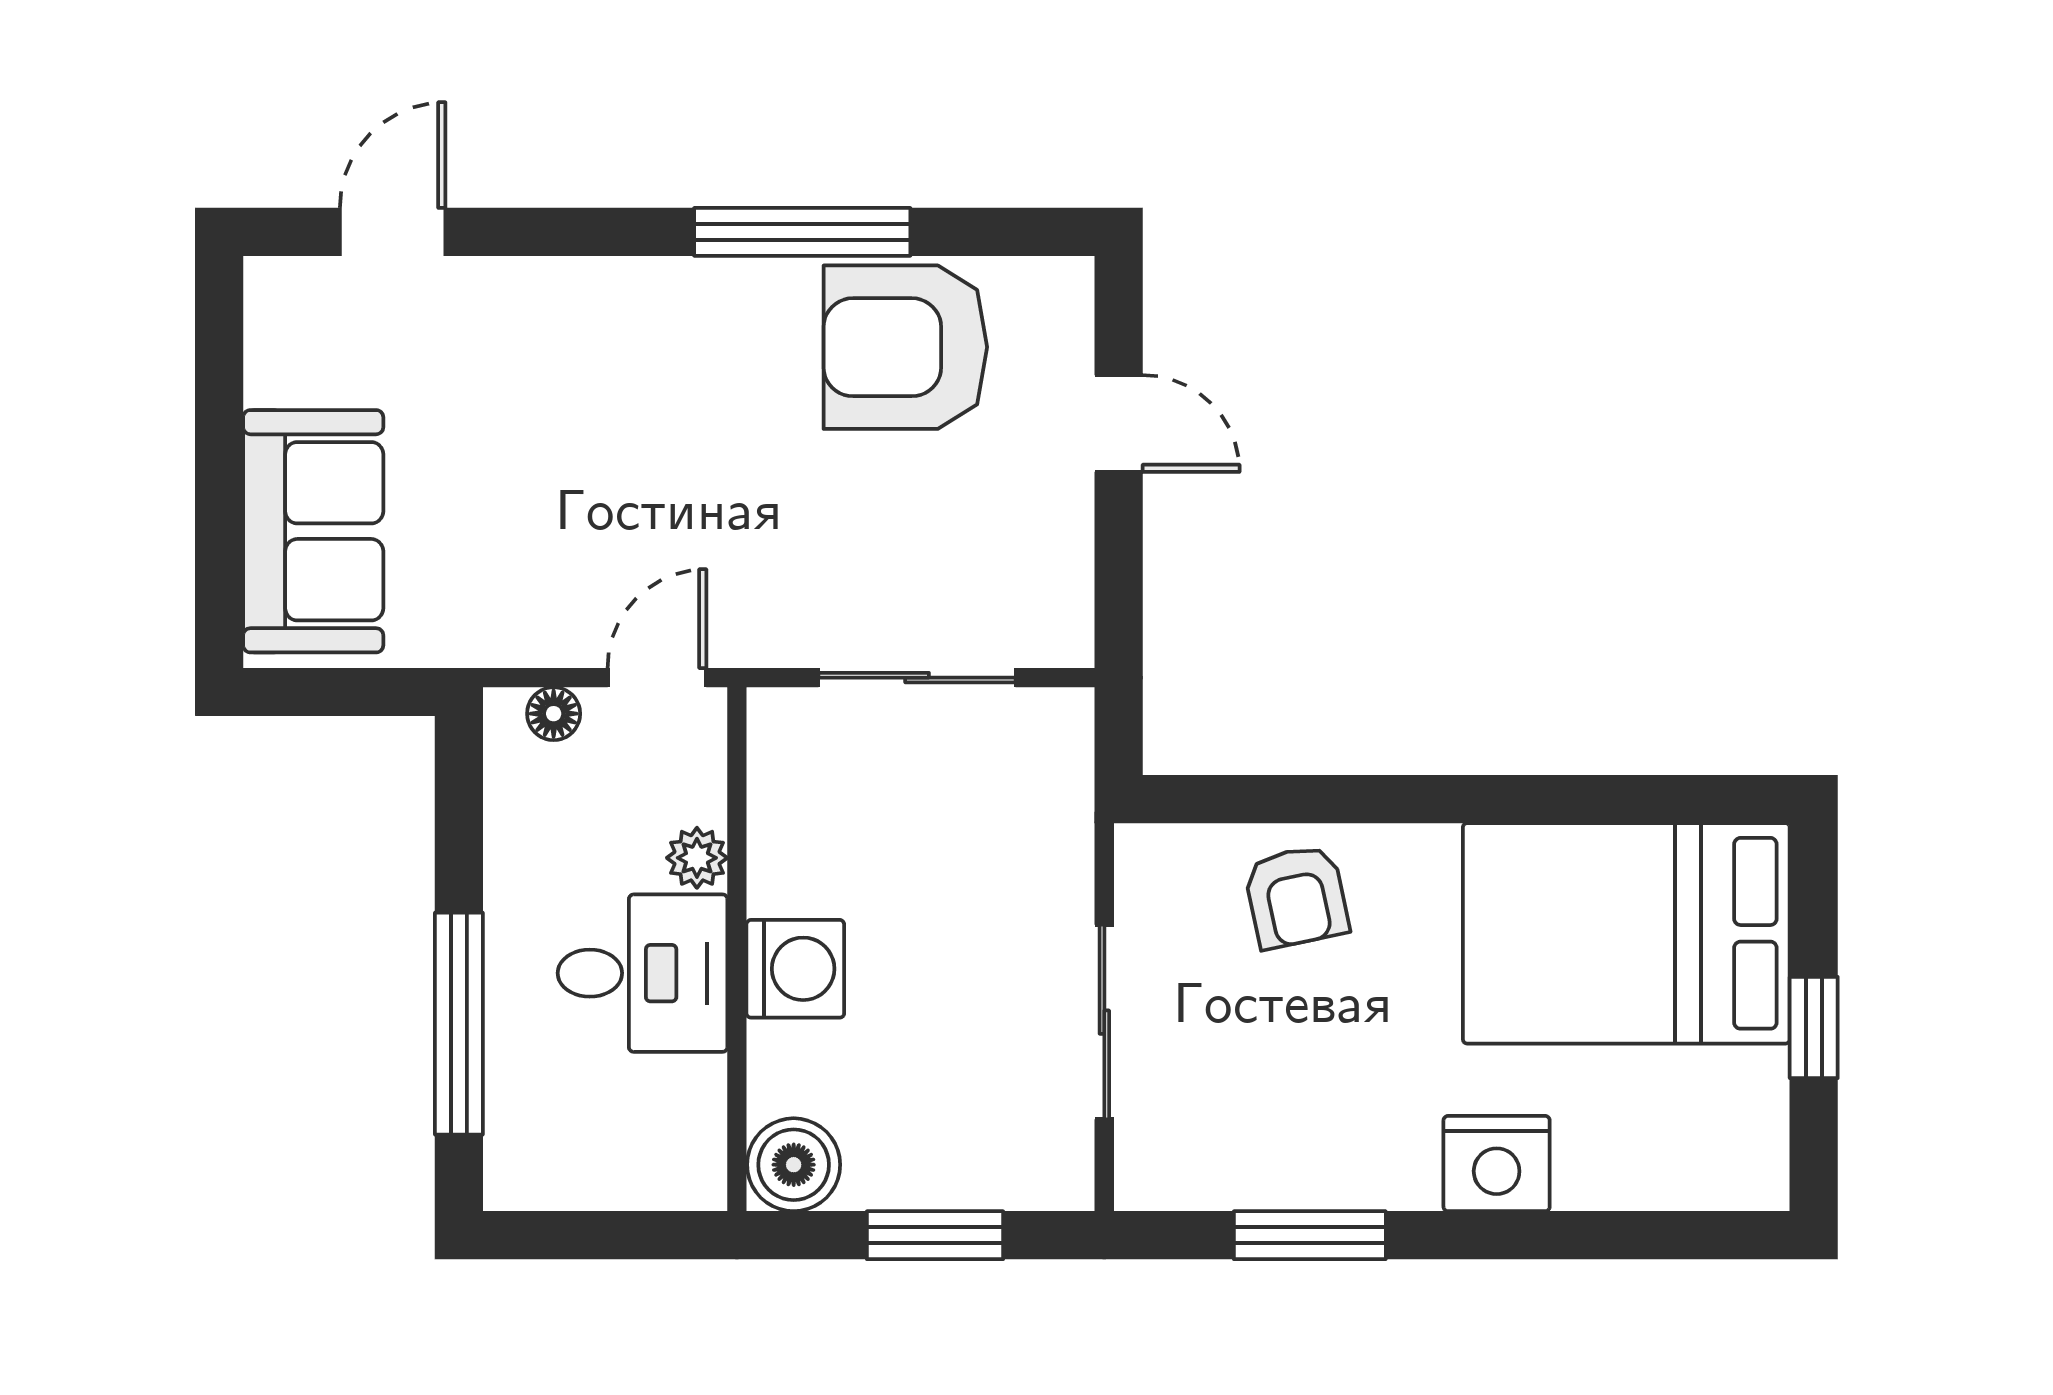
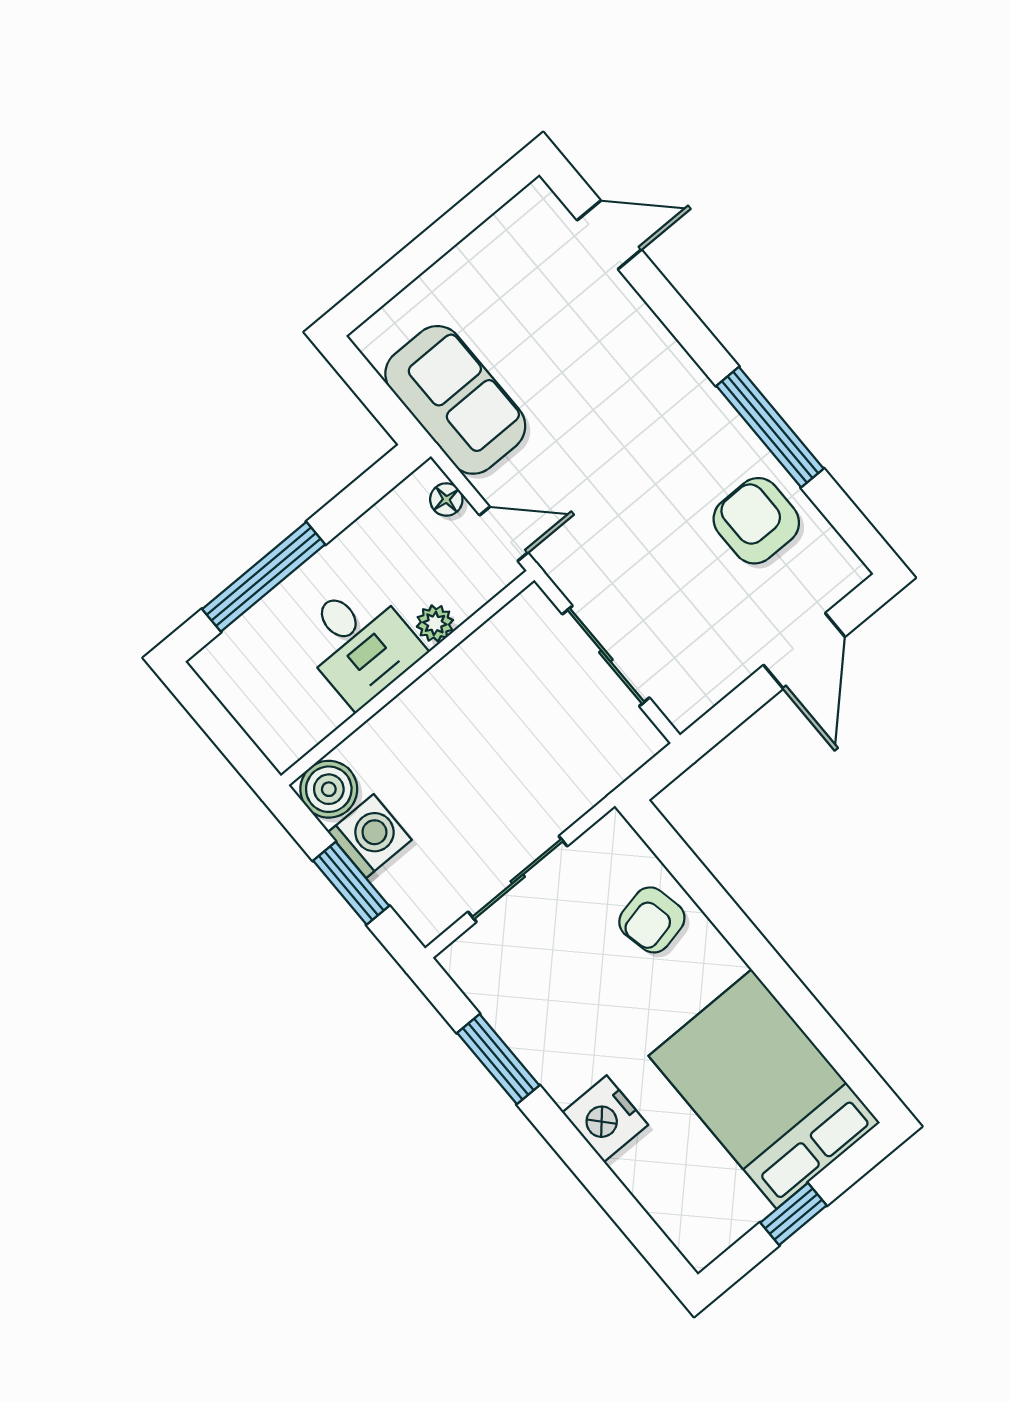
armchair: (905, 347) -> (756, 521), width x0.73, depth x0.73
door: (1119, 423) -> (804, 651), width x1.38
sofa: (313, 531) -> (455, 400), moved, turned -90
washing machine: (795, 969) -> (370, 836), moved, turned -90

